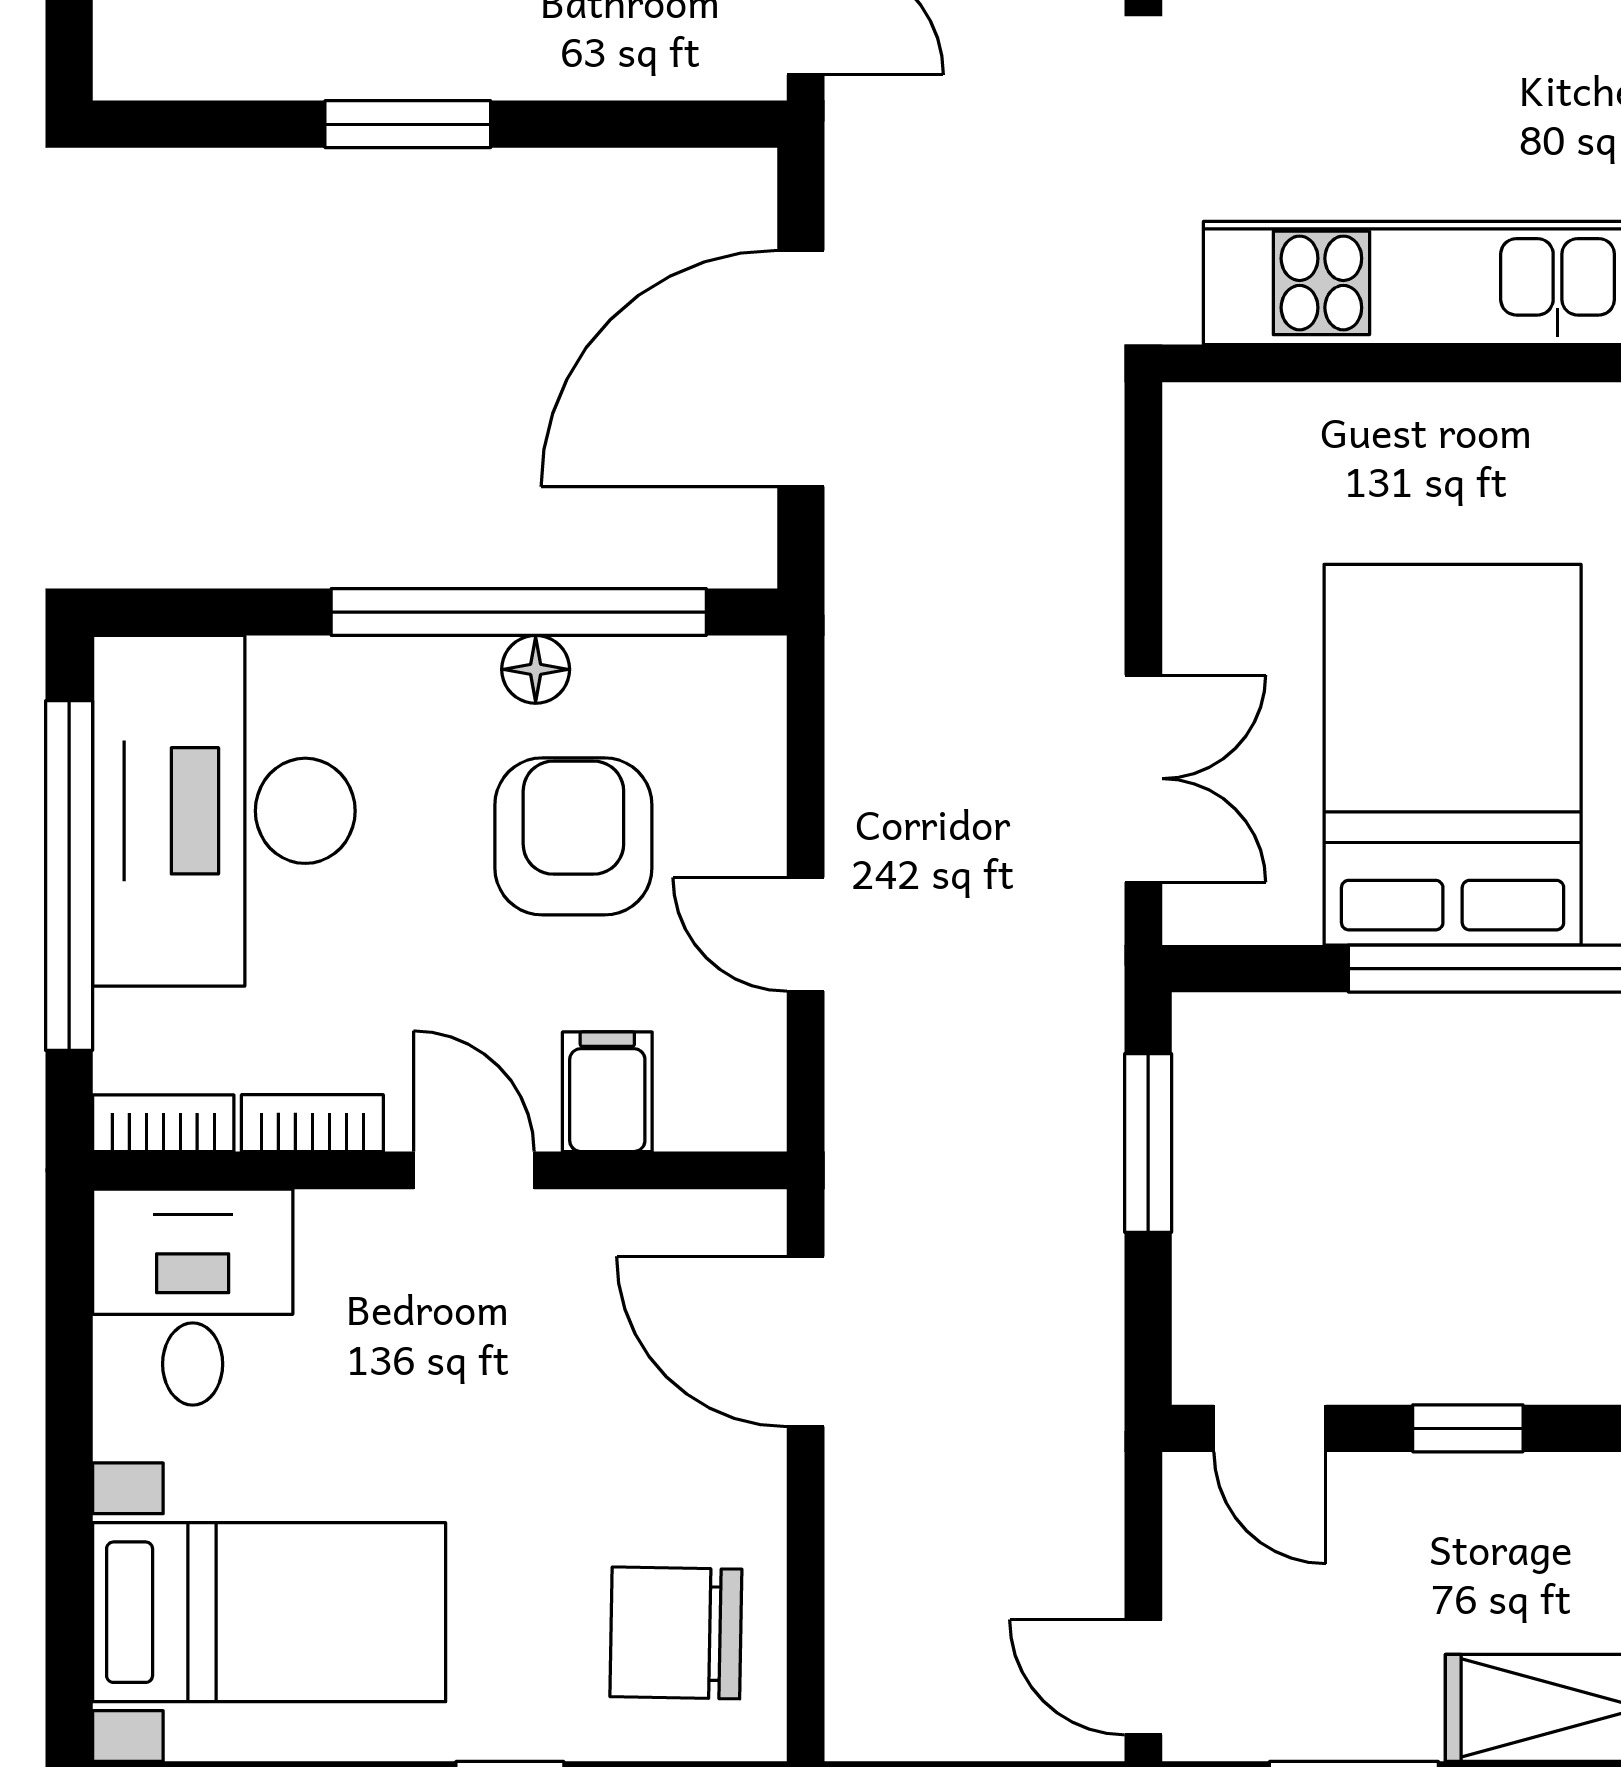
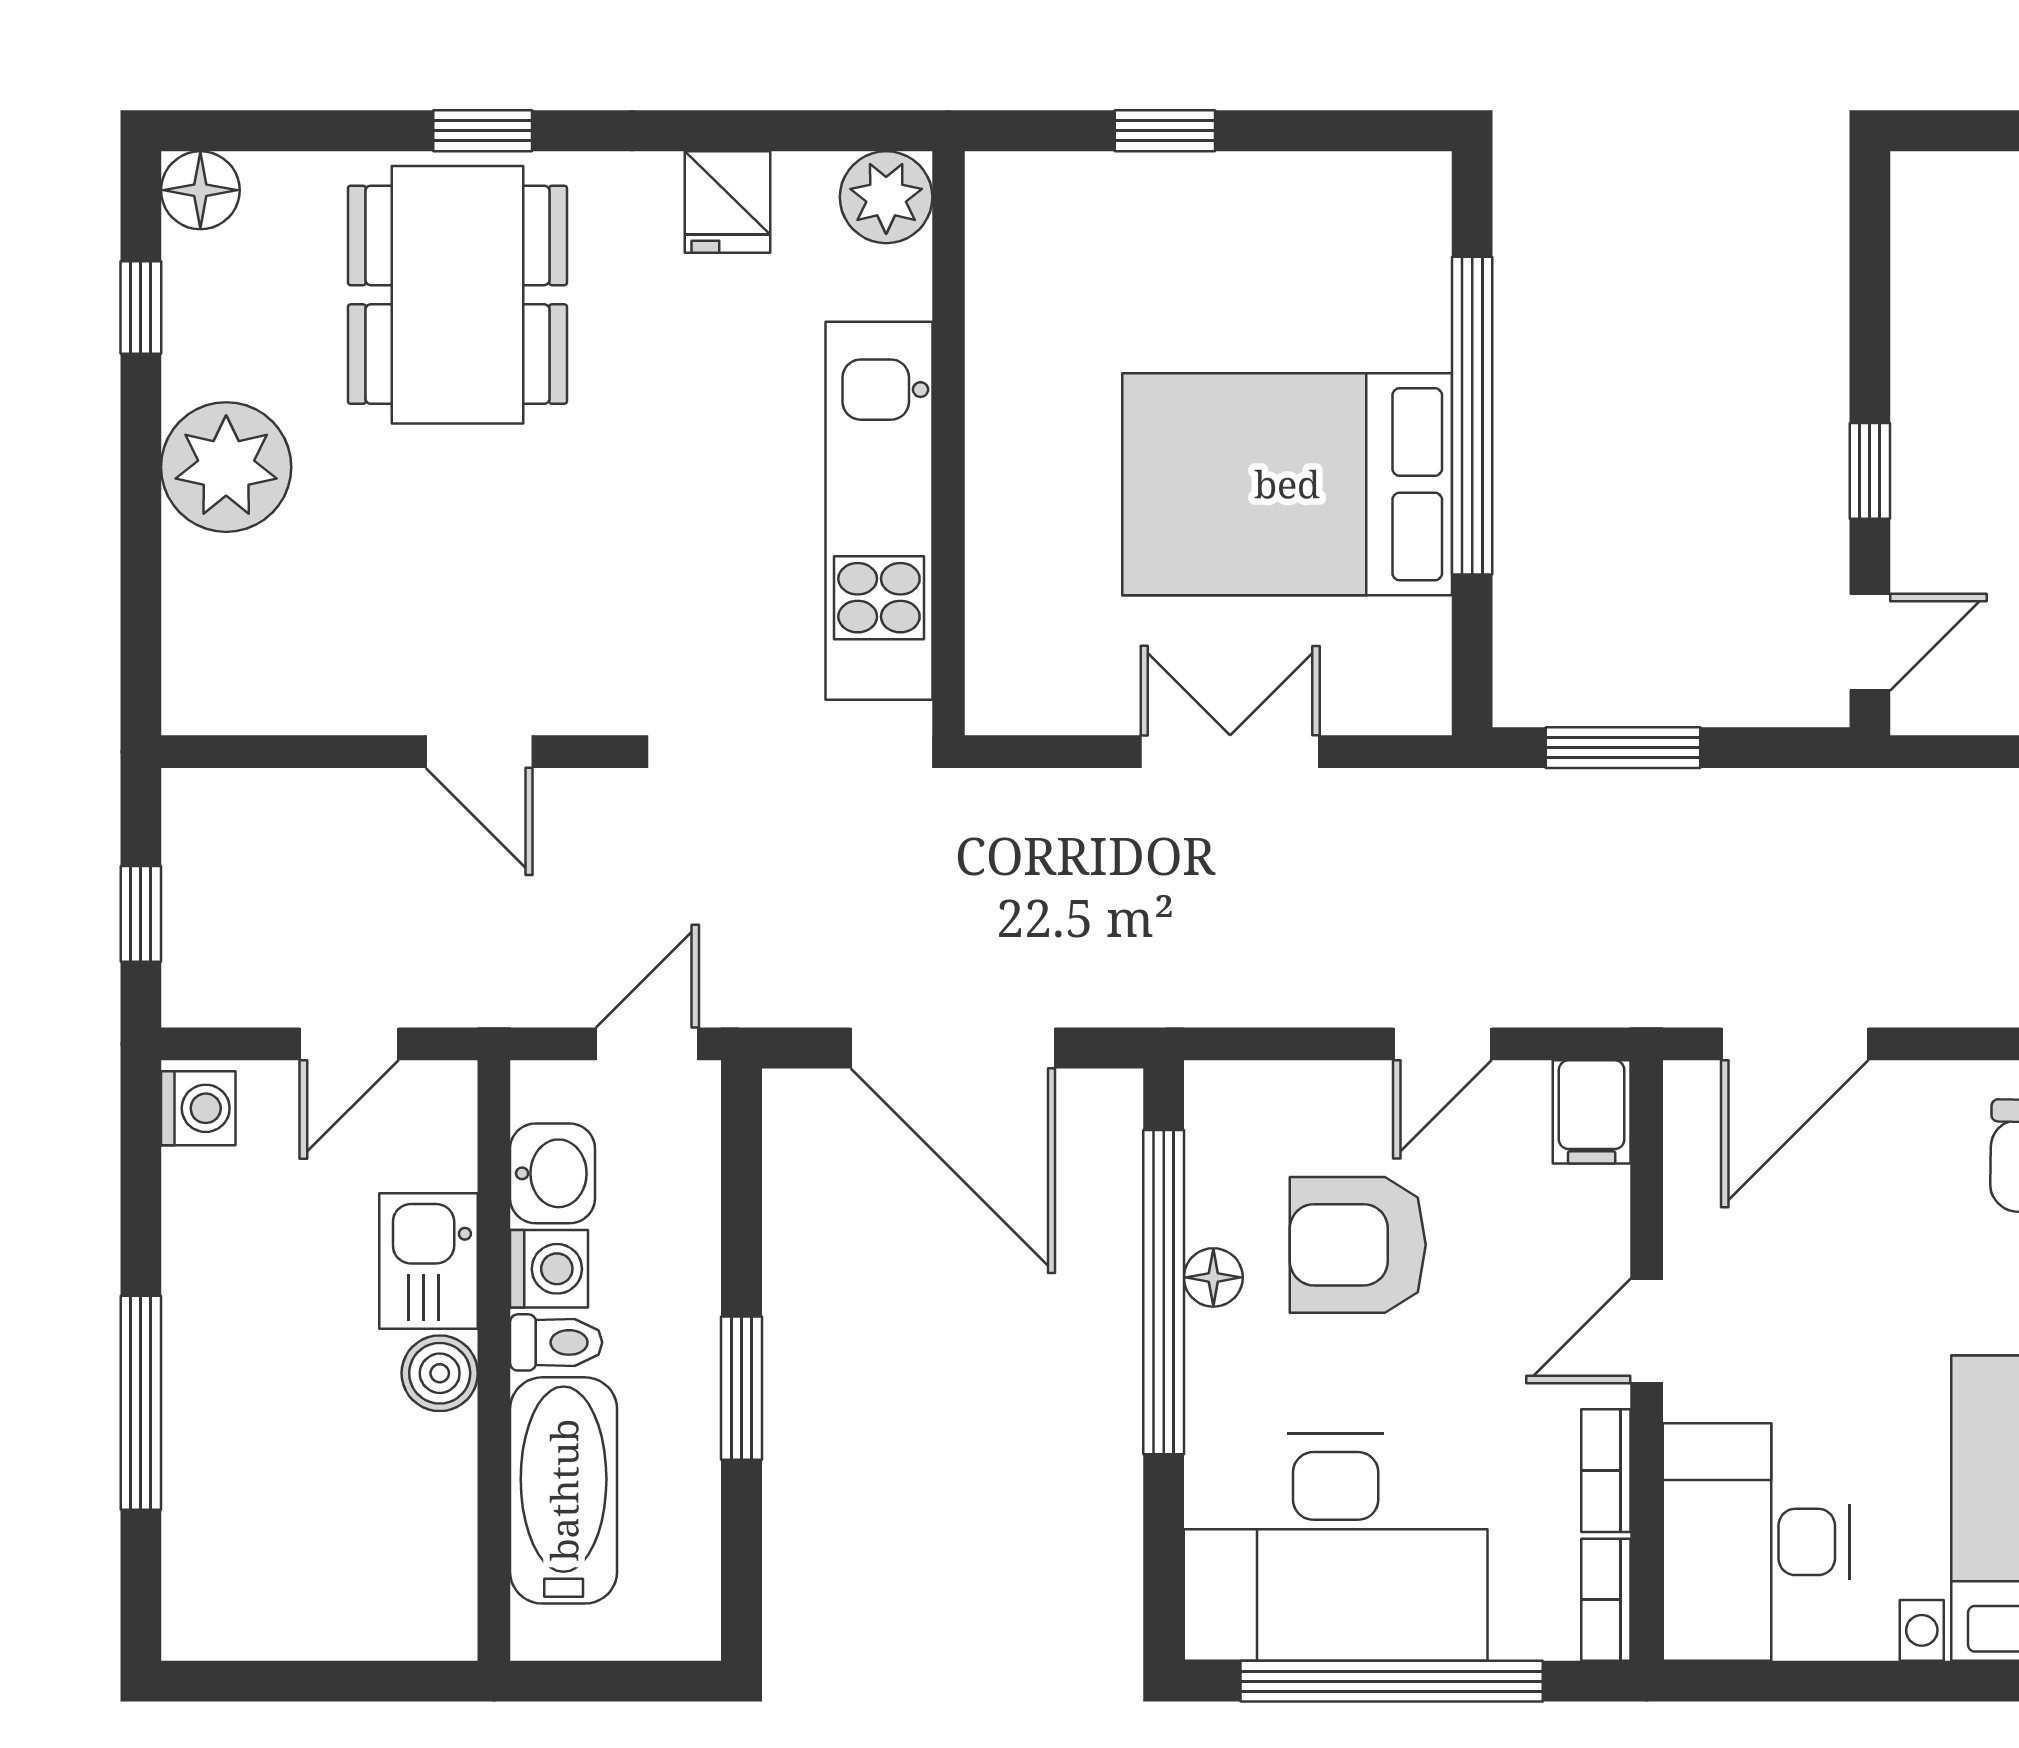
double door: (1143, 779) -> (1230, 752), moved
filing cabinet: (607, 1092) -> (1592, 1112), moved, turned -90
desk: (193, 1297) -> (1756, 1542), width x1.37

